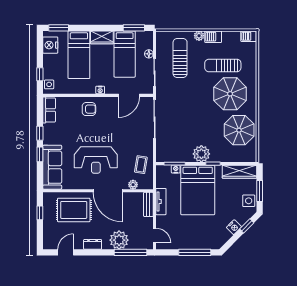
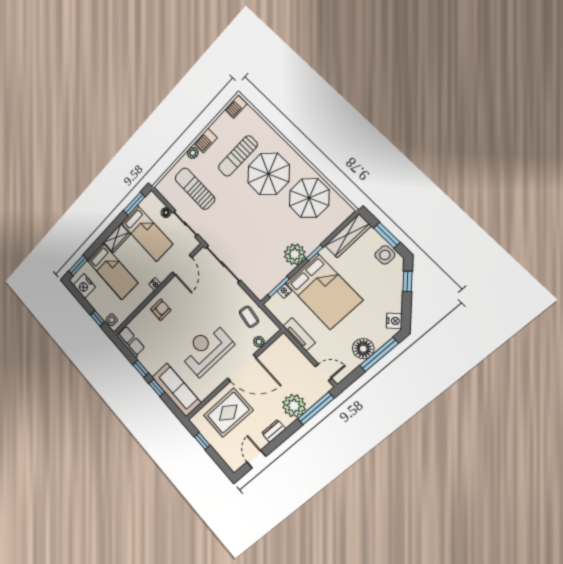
reception desk: (96, 160) -> (206, 349), turned 180
bench: (148, 204) -> (290, 347), removed
nightstand: (234, 227) -> (394, 321), moved
floor lamp: (189, 242) -> (363, 349), added

